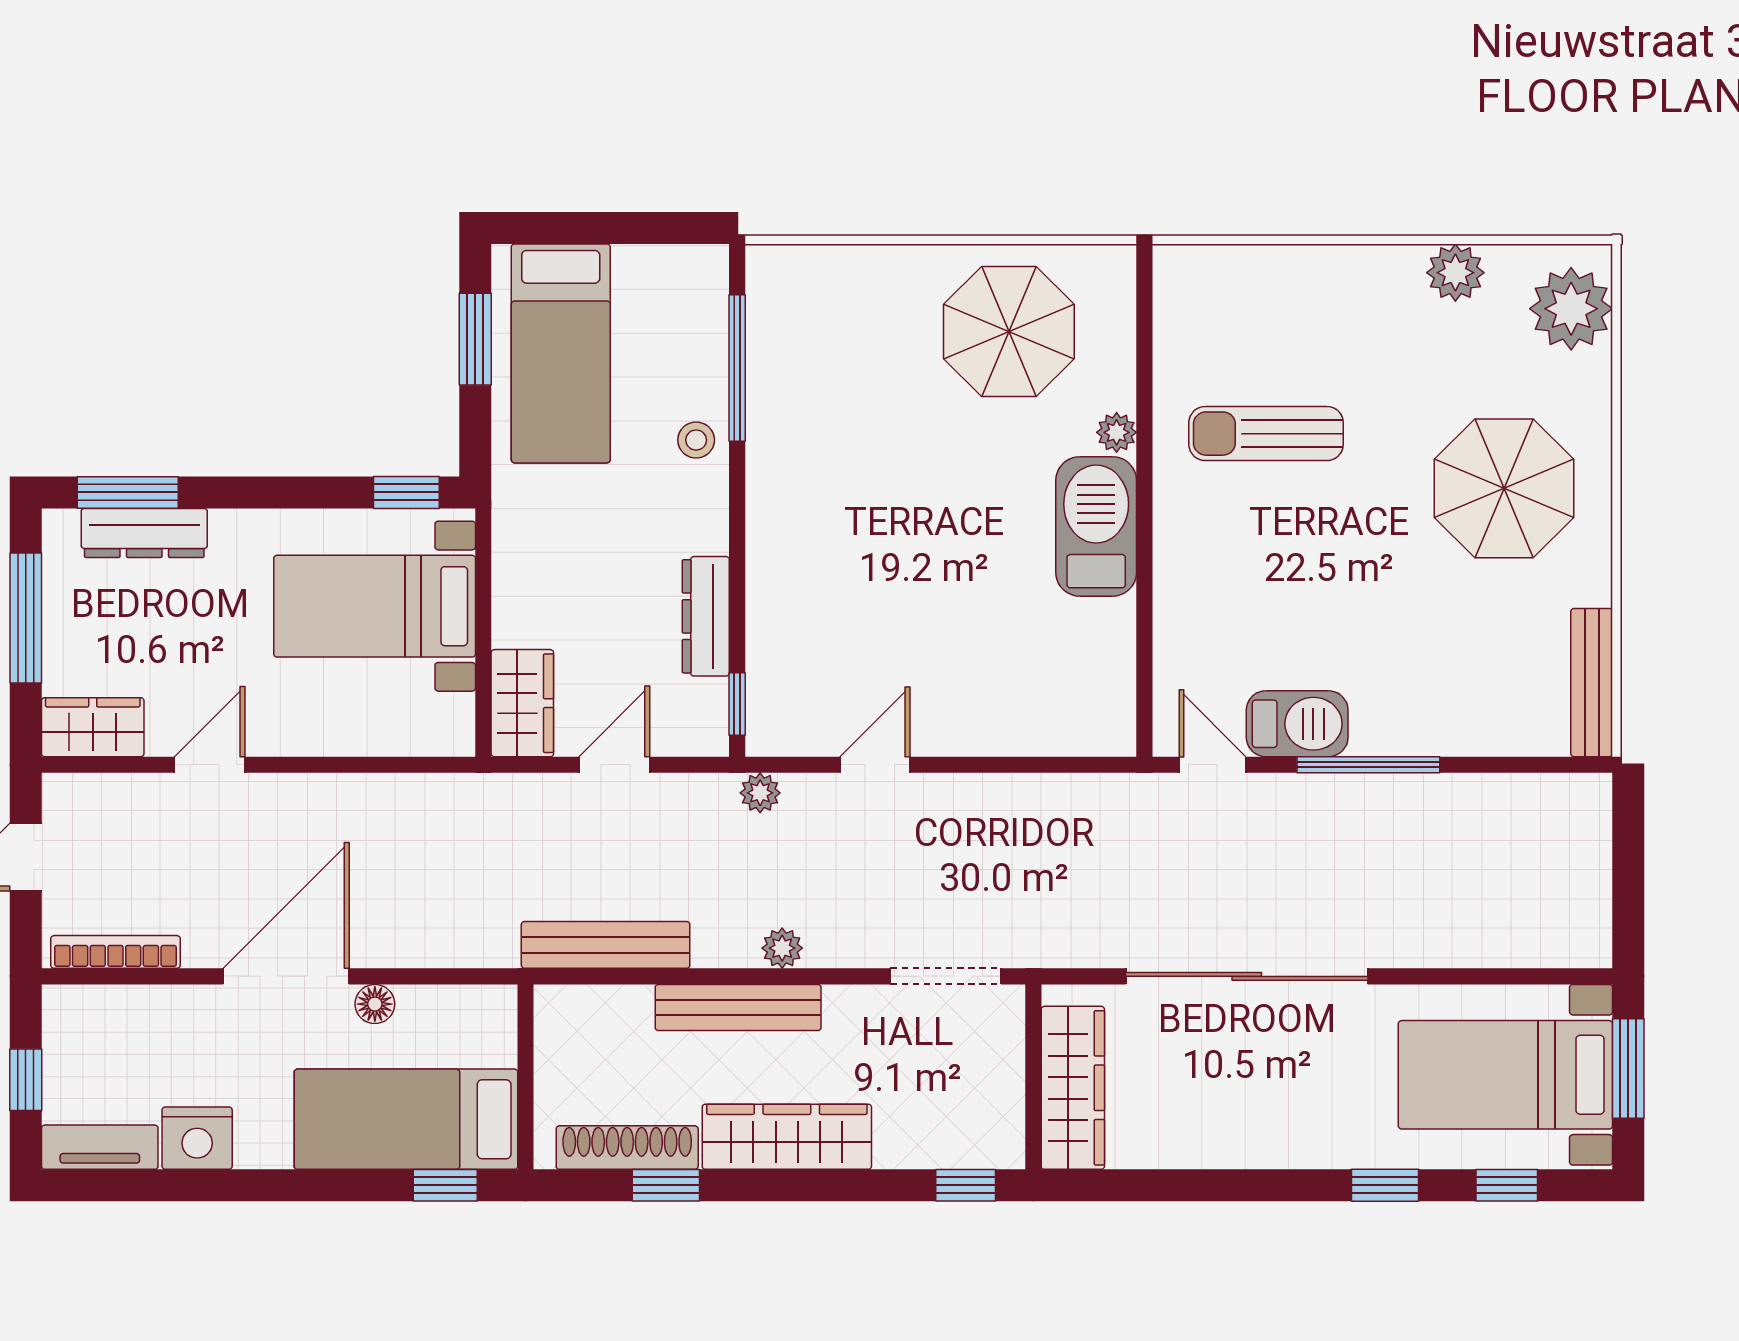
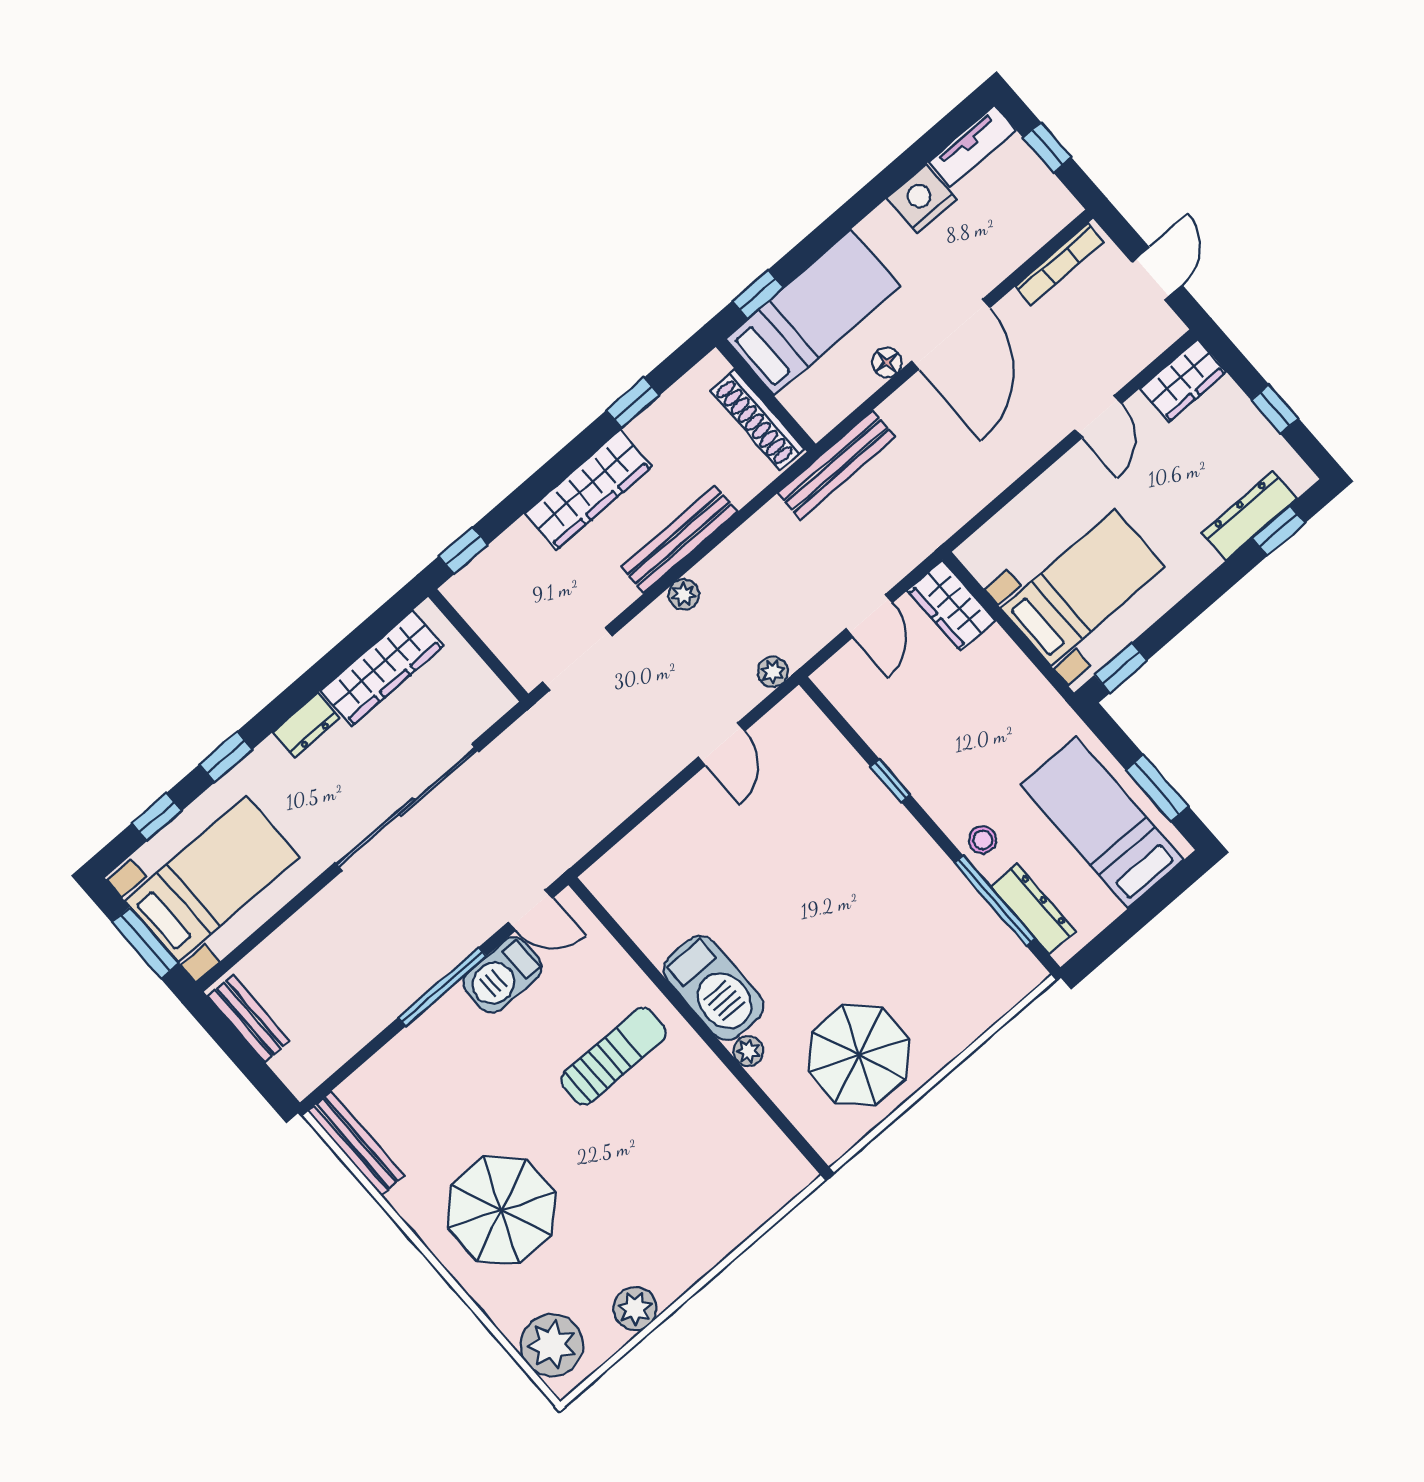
sun lounger: (1266, 434) -> (614, 1056), moved
window: (128, 492) -> (1279, 530), width x0.67
dresser: (706, 616) -> (1033, 909), moved
window: (26, 618) -> (1275, 409), width x0.46
window: (737, 704) -> (890, 780), moved
bench: (1590, 902) -> (249, 1018), added
bench: (606, 945) -> (836, 465), moved
wardrobe: (1073, 1088) -> (382, 668), moved, turned -90
dresser: (1276, 1147) -> (306, 725), added
shoe rack: (627, 1148) -> (757, 420), moved, turned 90

